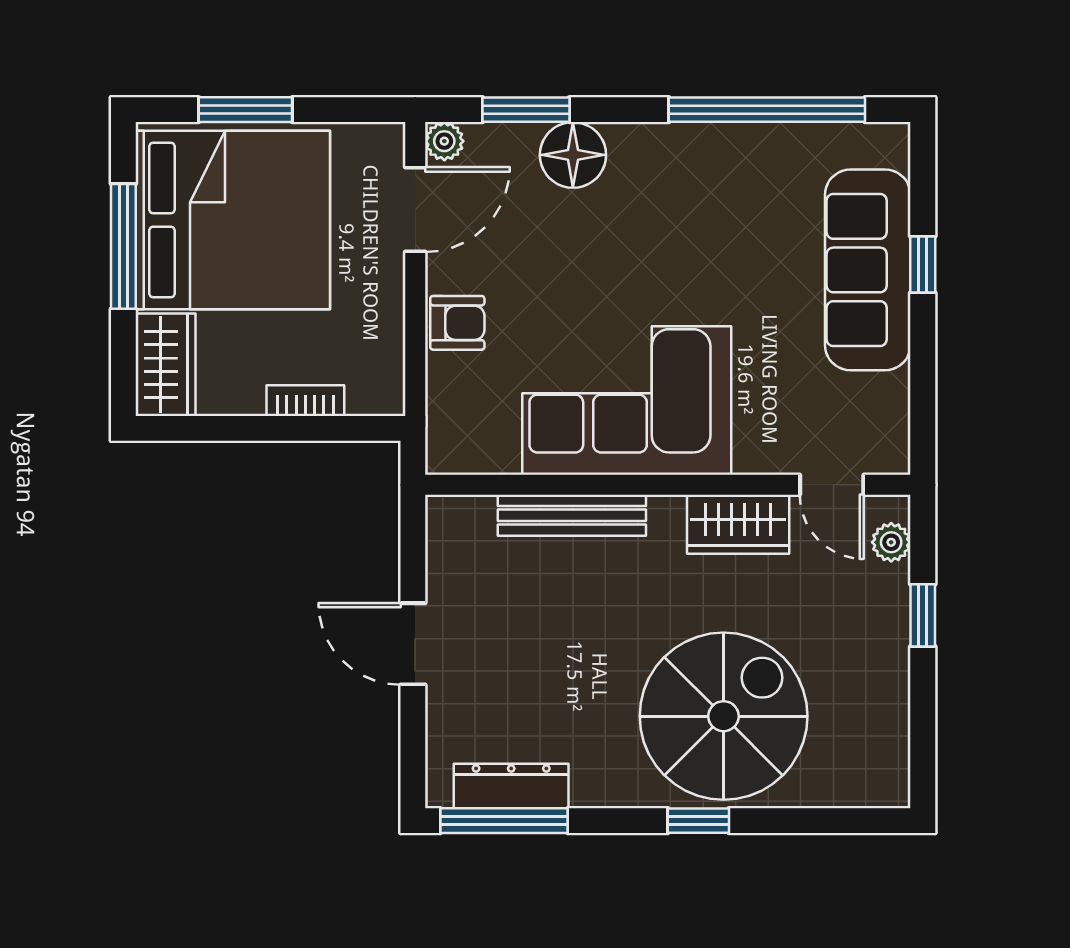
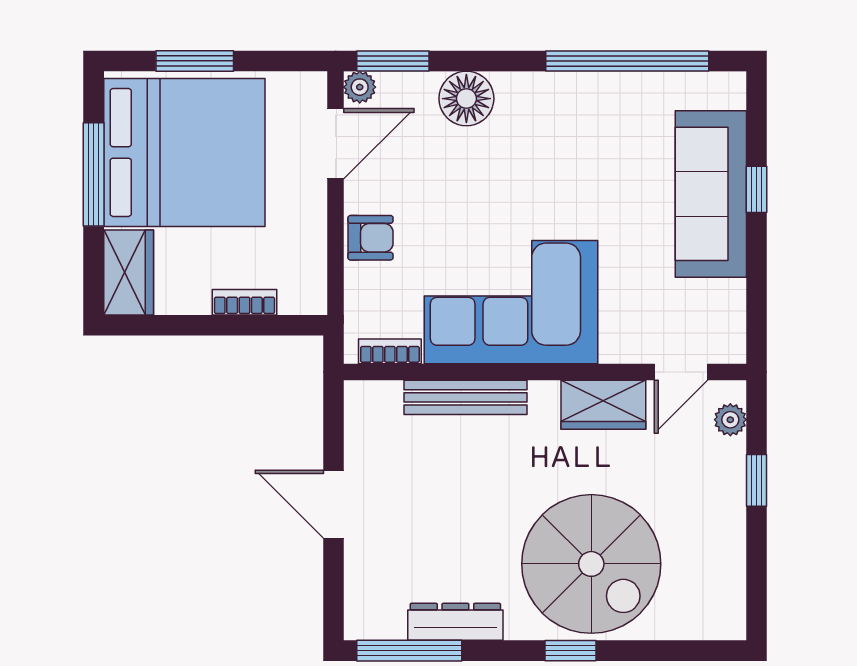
window: (526, 110) -> (393, 61), moved
bookcase: (481, 460) -> (390, 351), added
door: (832, 485) -> (681, 372), hinge flipped
spiral stairs: (724, 716) -> (591, 564), turned 90
dresser: (511, 786) -> (455, 622), moved

